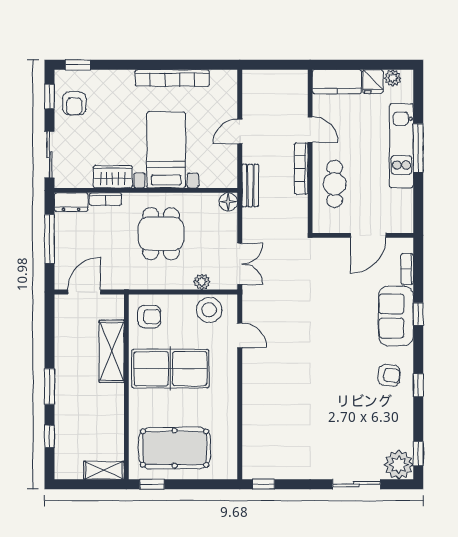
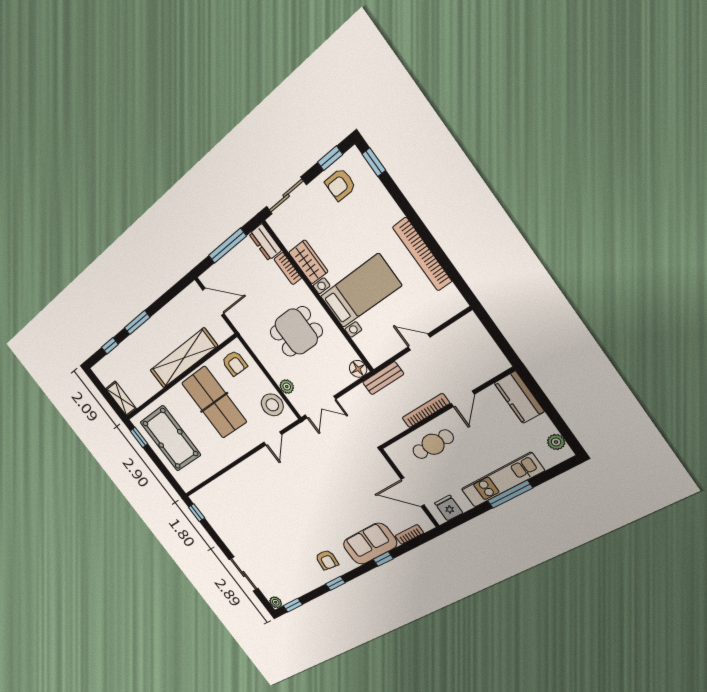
fridge: (373, 82) -> (449, 508), moved, turned 90
shelving: (112, 351) -> (183, 358), width x1.47
plant: (399, 465) -> (276, 602), width x0.53, depth x0.53

